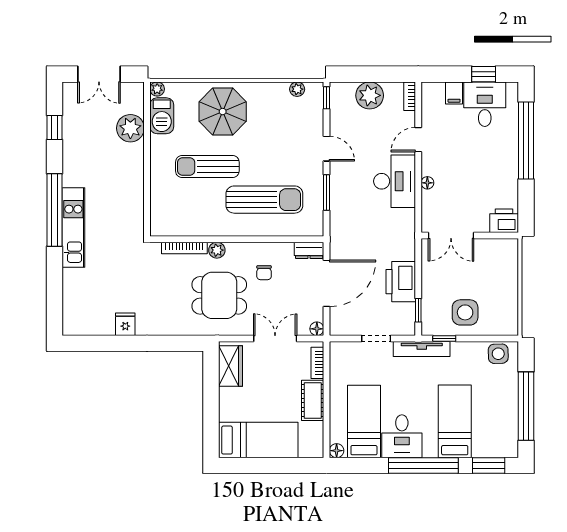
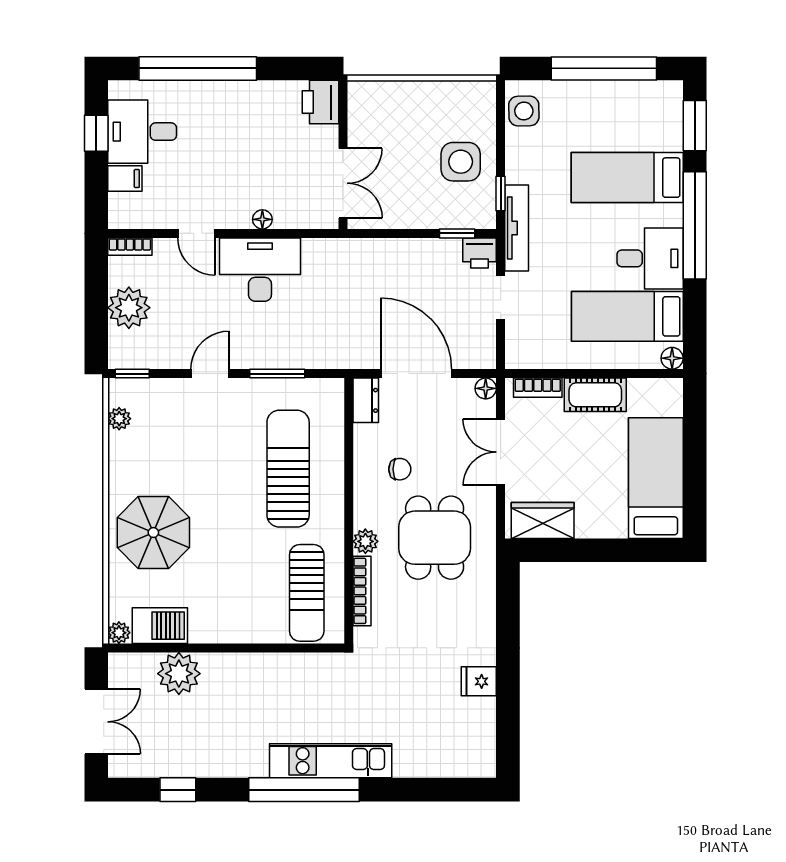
sun lounger: (207, 167) -> (307, 593), moved
printer: (401, 282) -> (480, 253), moved, width x0.53, depth x0.68

